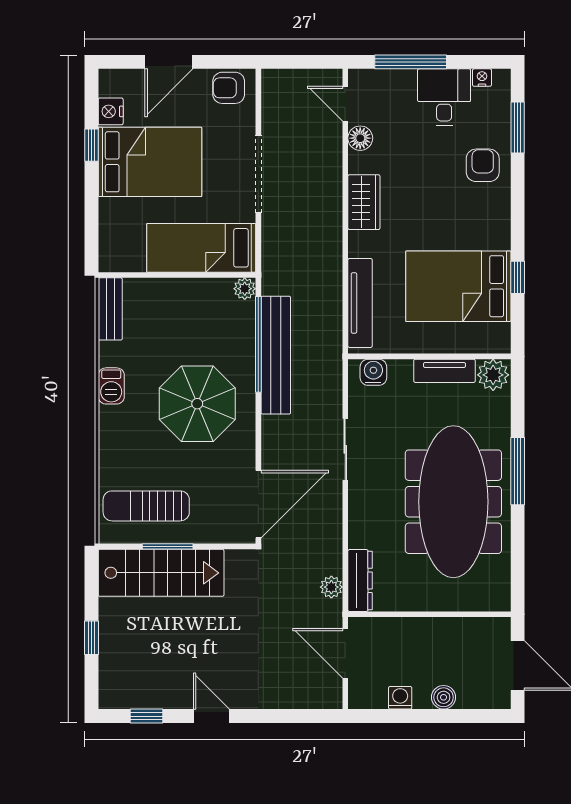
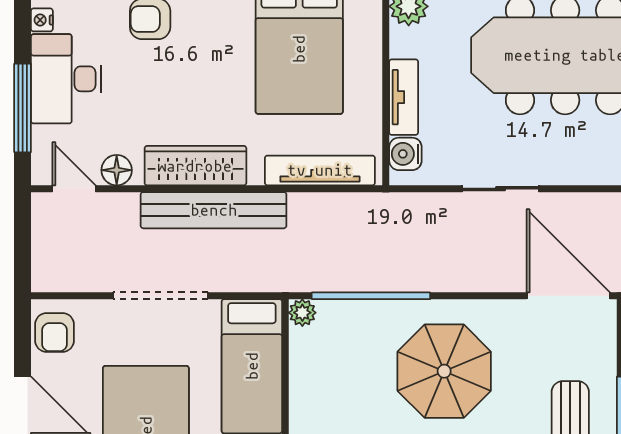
desk: (444, 97) -> (66, 79), width x1.37
door: (345, 104) -> (74, 189), swing flipped
wardrobe: (364, 202) -> (195, 166), width x1.50
bench: (276, 355) -> (214, 210), moved
tv unit: (444, 371) -> (404, 97), moved

